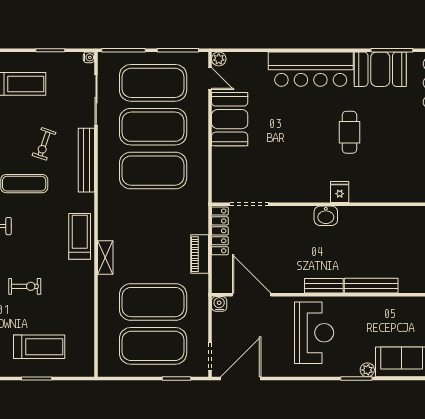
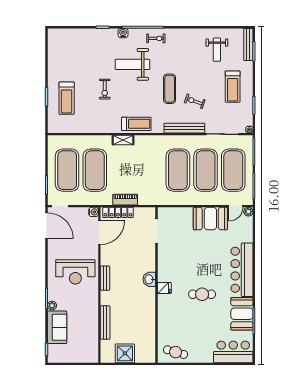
locker: (220, 231) -> (118, 212), moved
bench: (371, 286) -> (105, 323), moved

